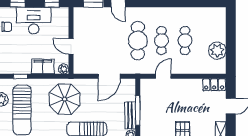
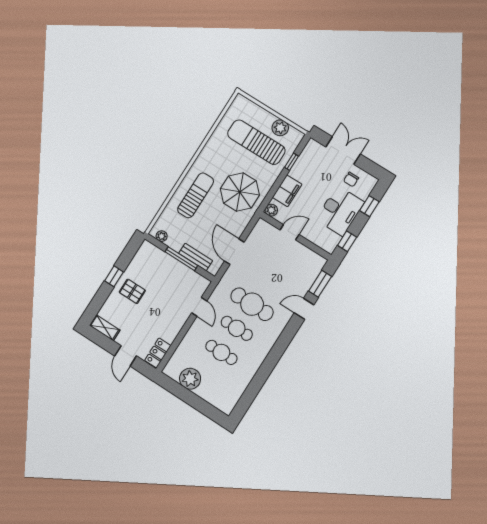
bench: (130, 115) -> (196, 257), moved

